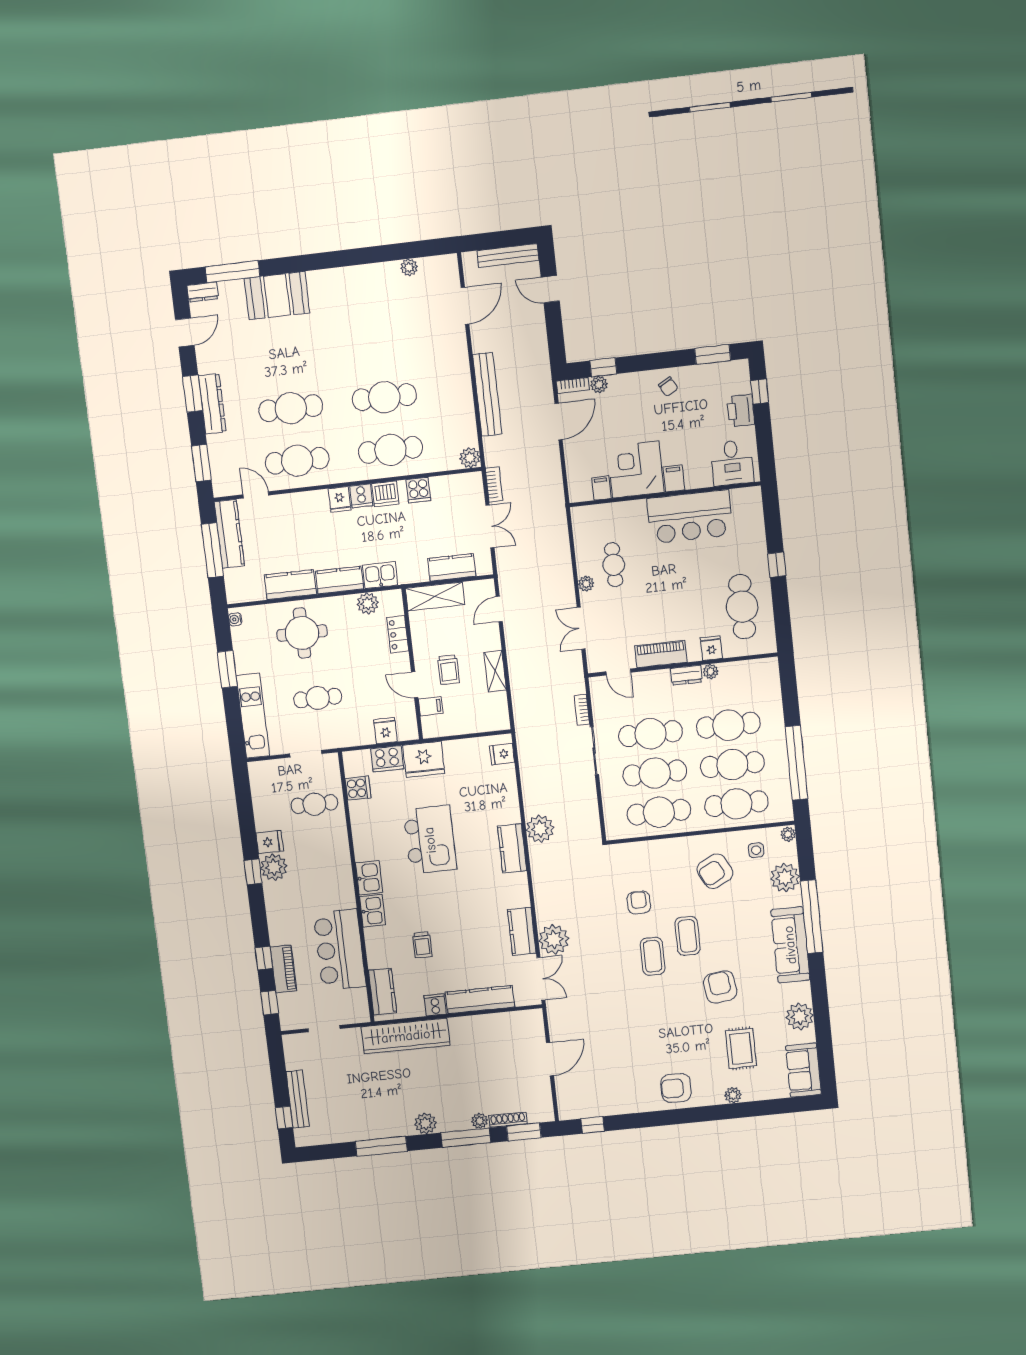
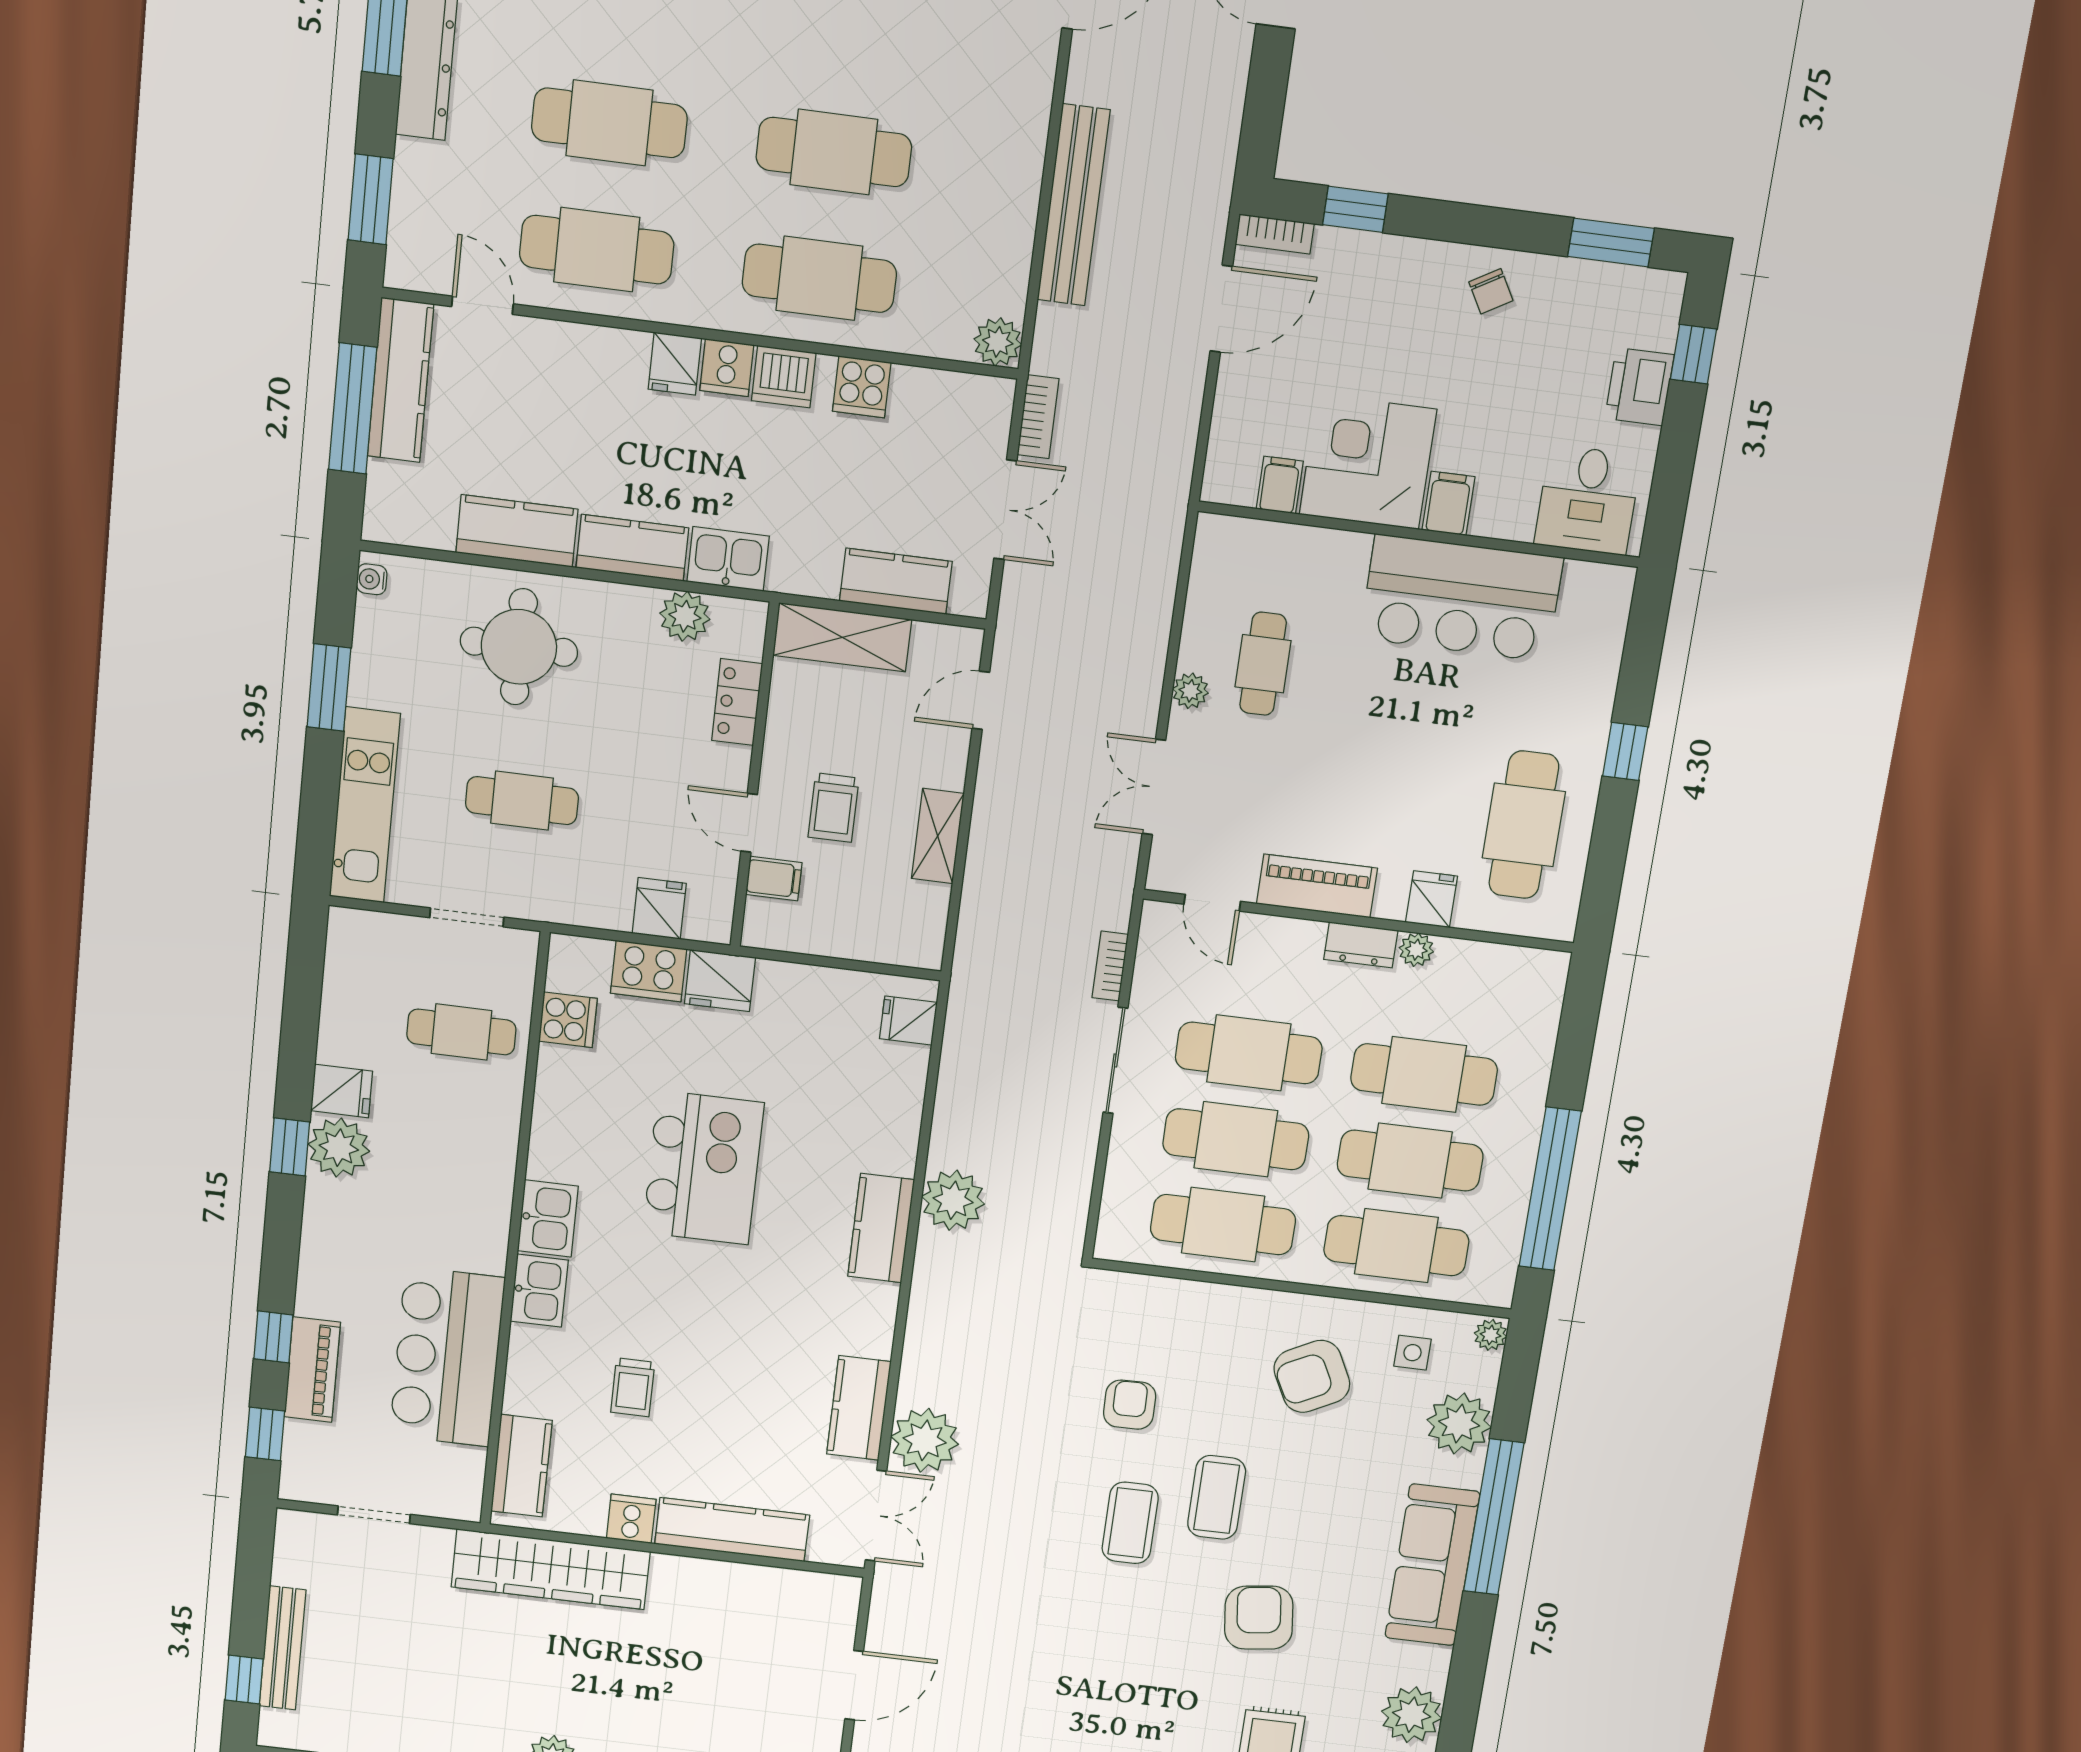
plant: (599, 385) -> (1335, 247), removed
fridge: (424, 759) -> (720, 981), width x0.73, depth x0.75

